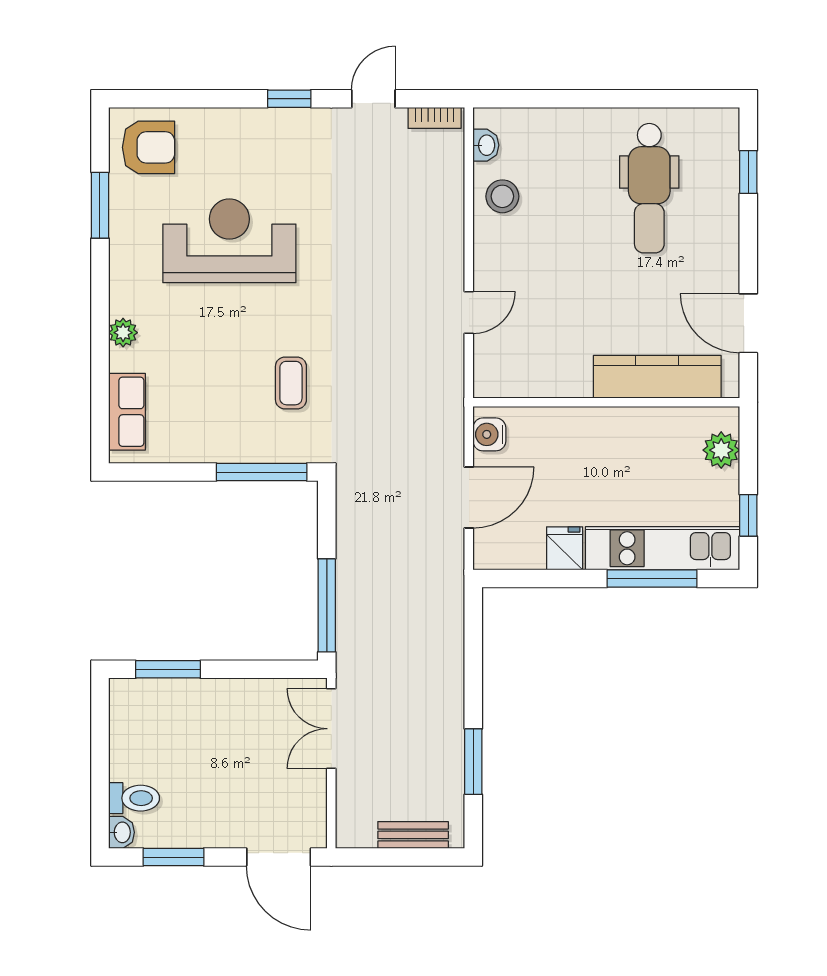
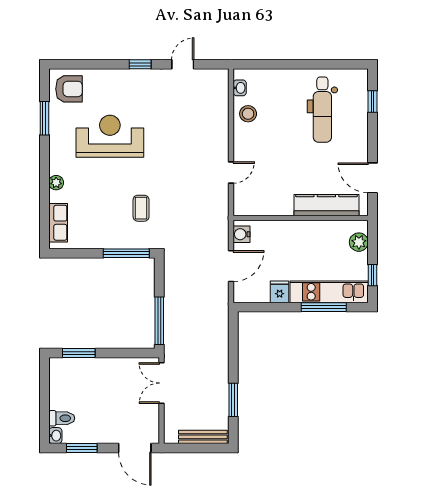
bookcase: (435, 118) -> (214, 74), removed
bench: (413, 835) -> (203, 437), width x1.36

